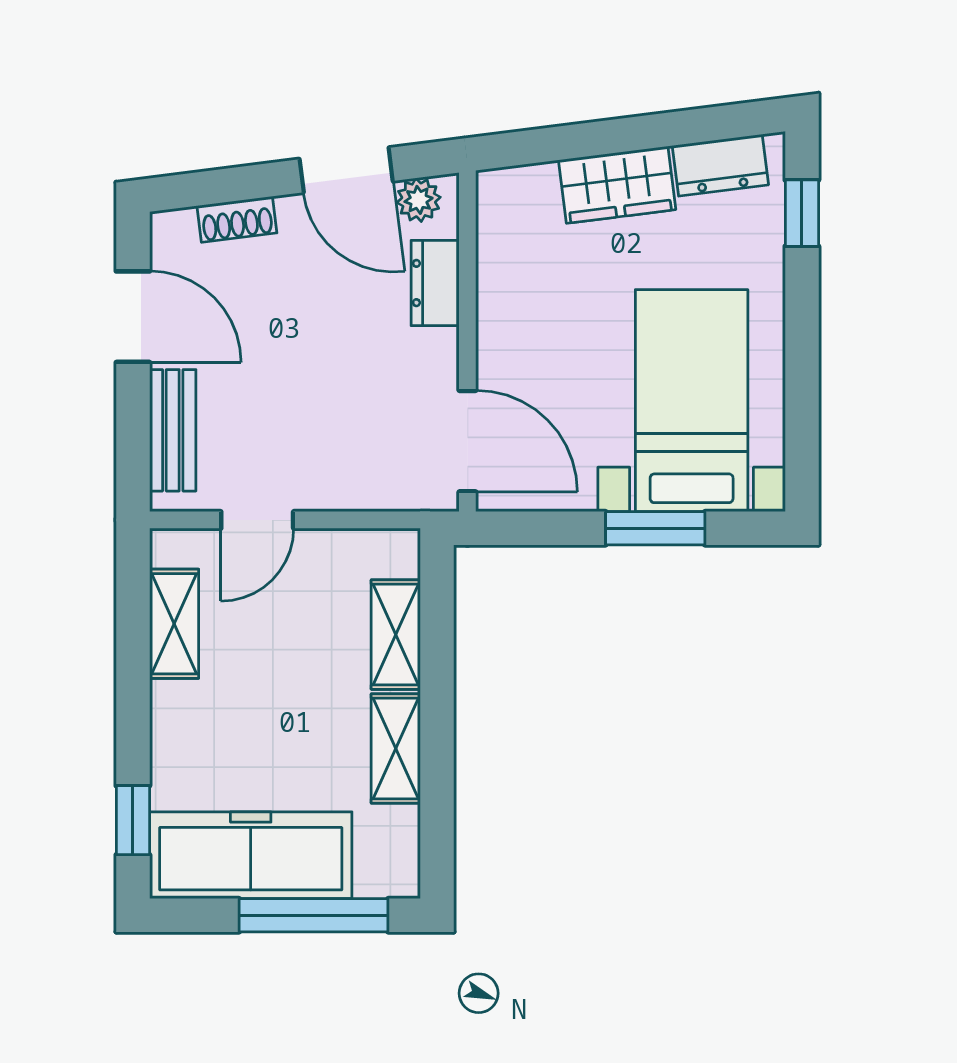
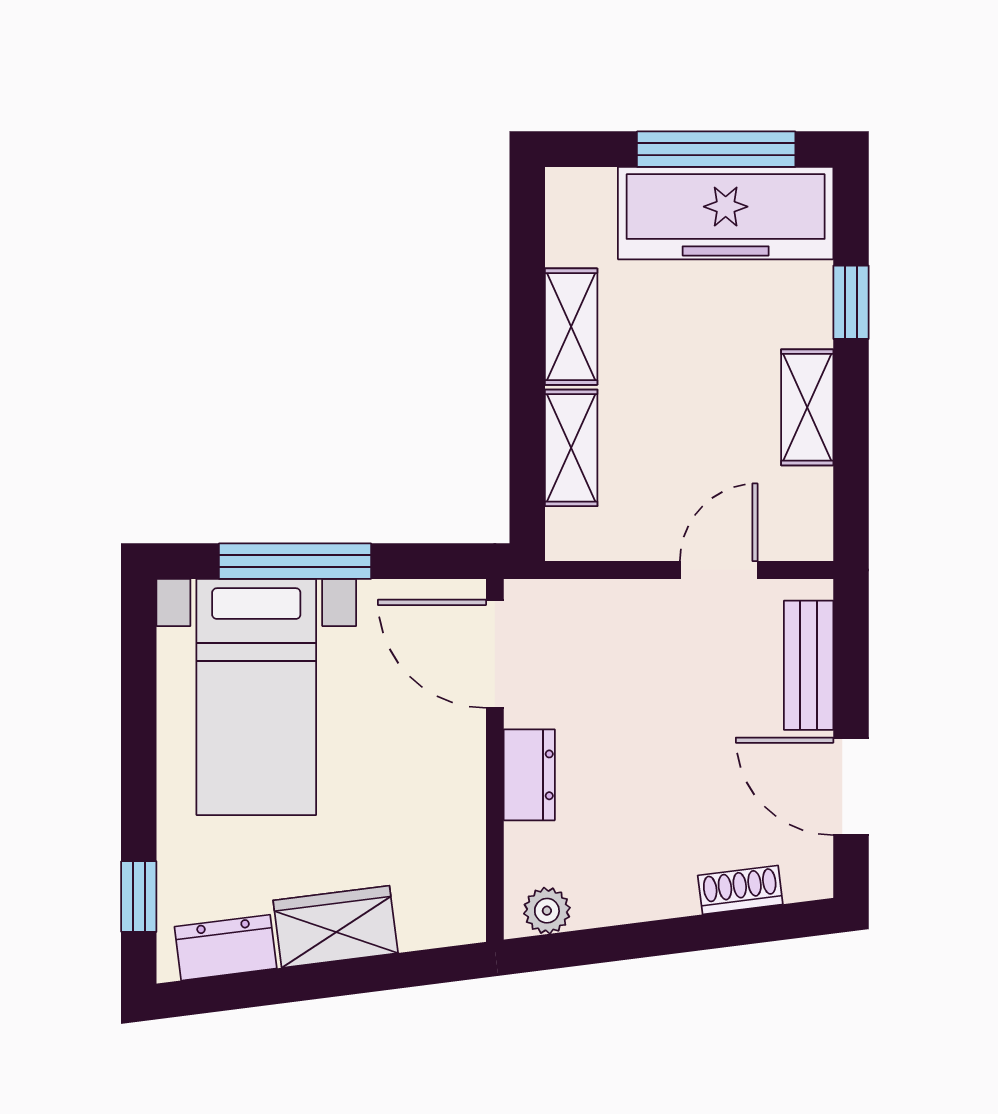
door: (346, 170) -> (624, 942), removed
dresser: (435, 283) -> (529, 775), moved
window: (655, 528) -> (295, 561), width x1.44
shelving: (174, 624) -> (807, 407), moved
window: (133, 820) -> (851, 302), moved
window: (314, 915) -> (716, 149), moved

